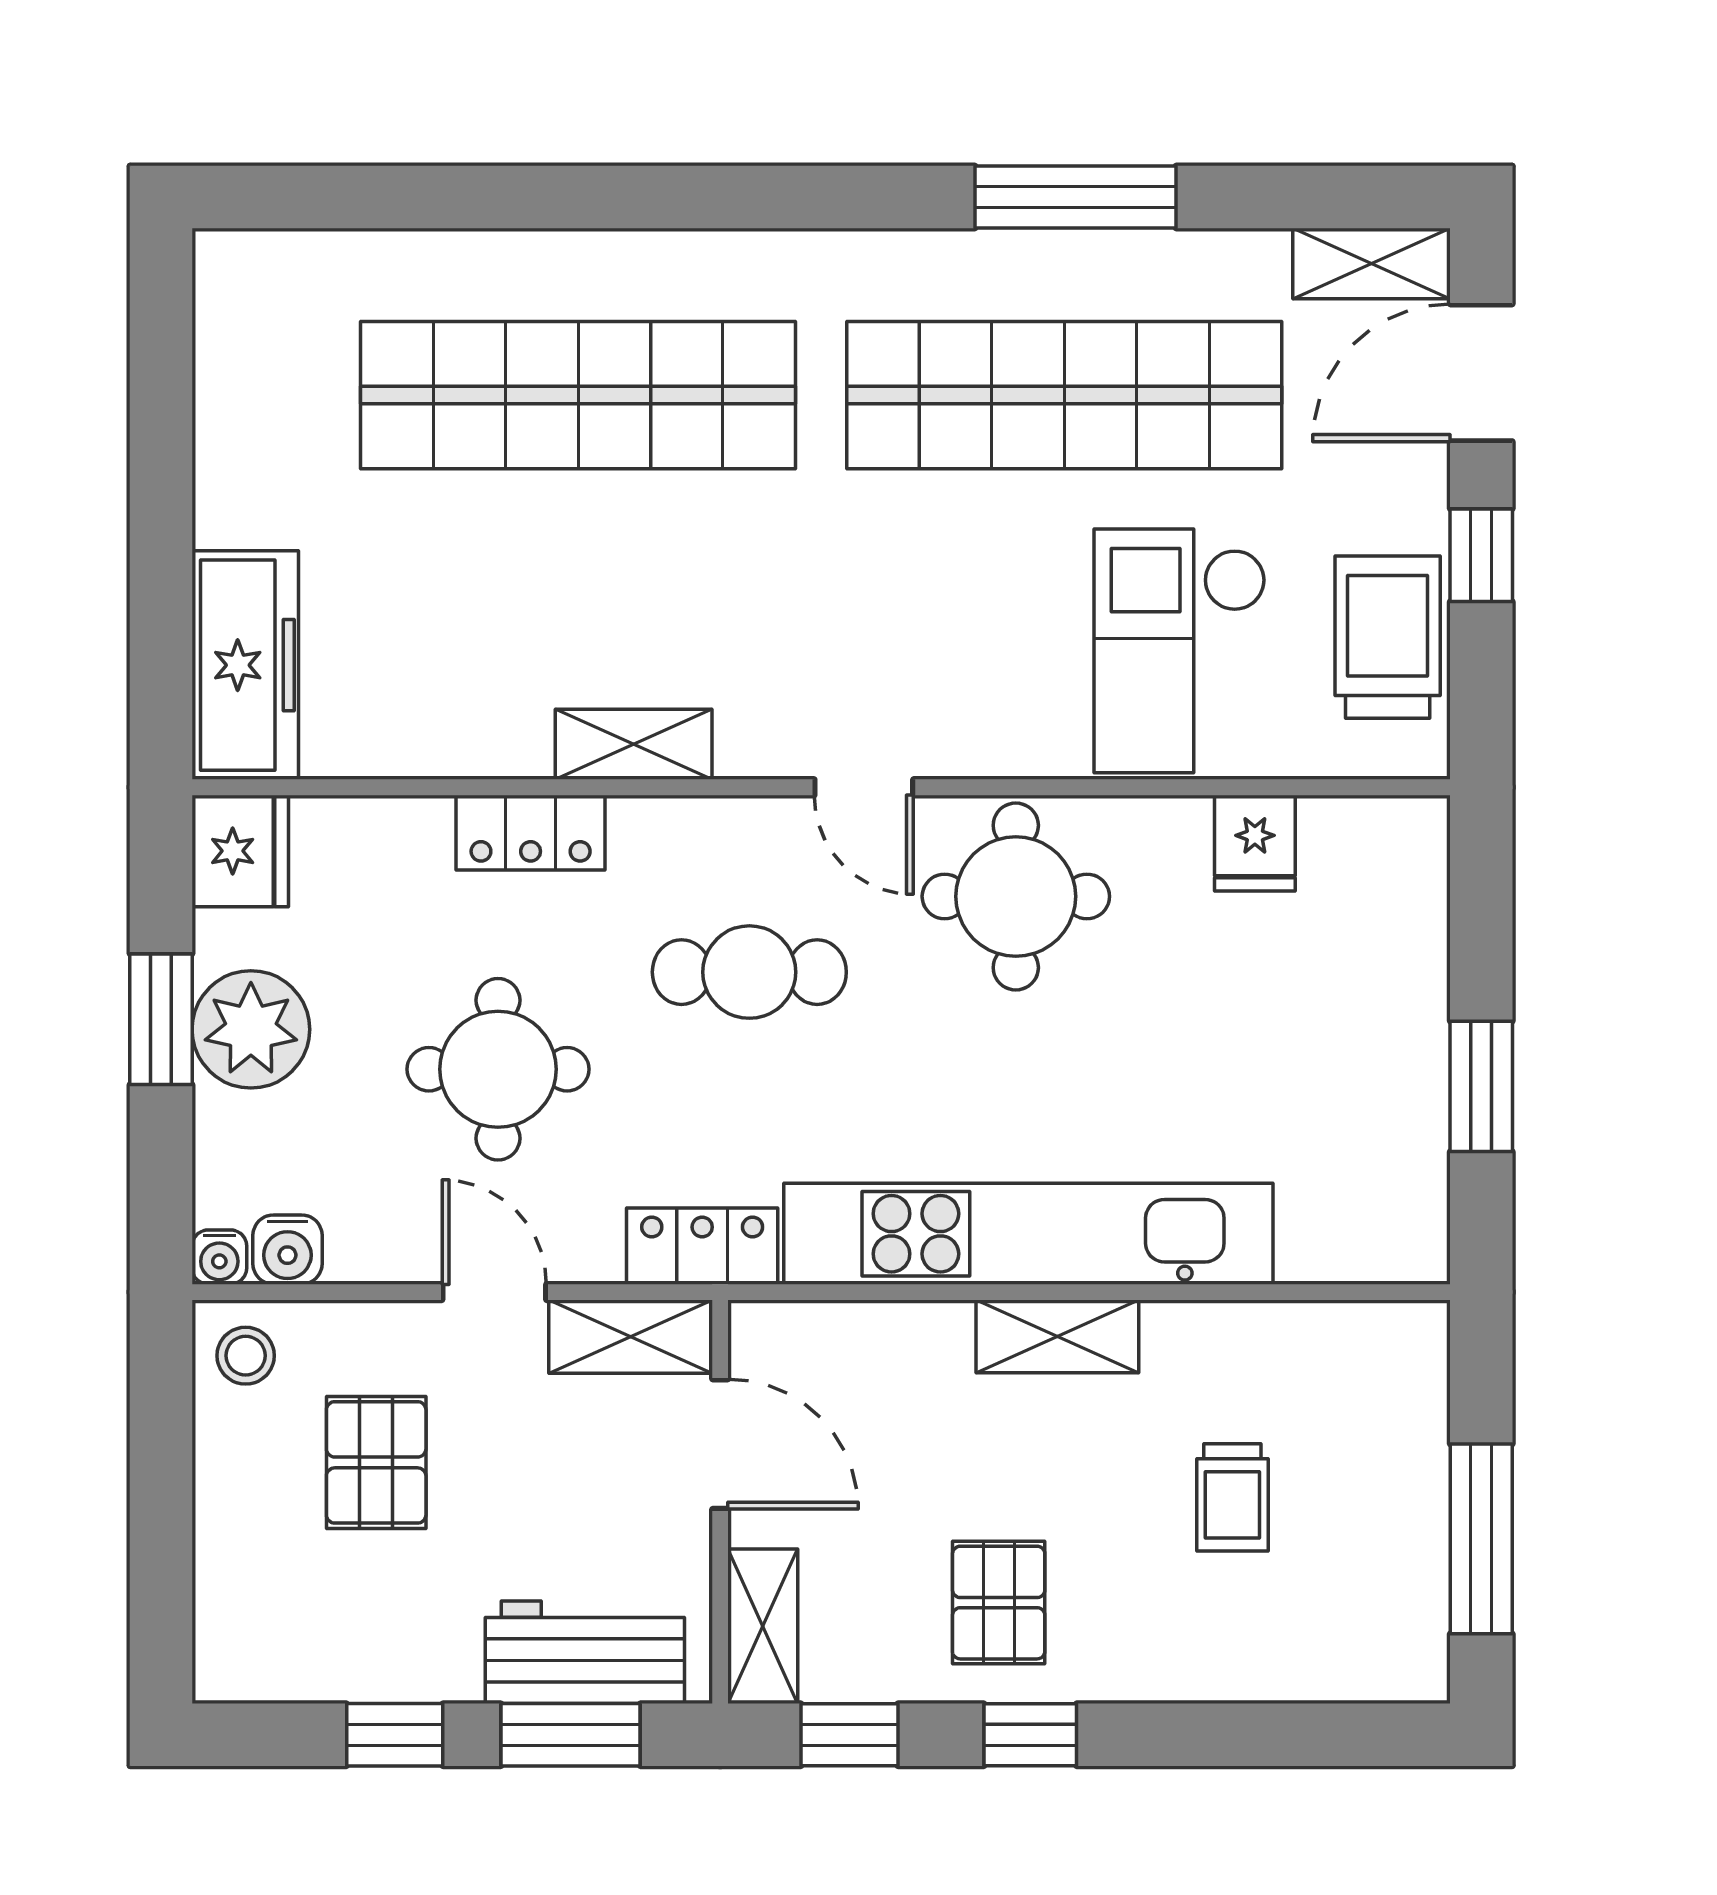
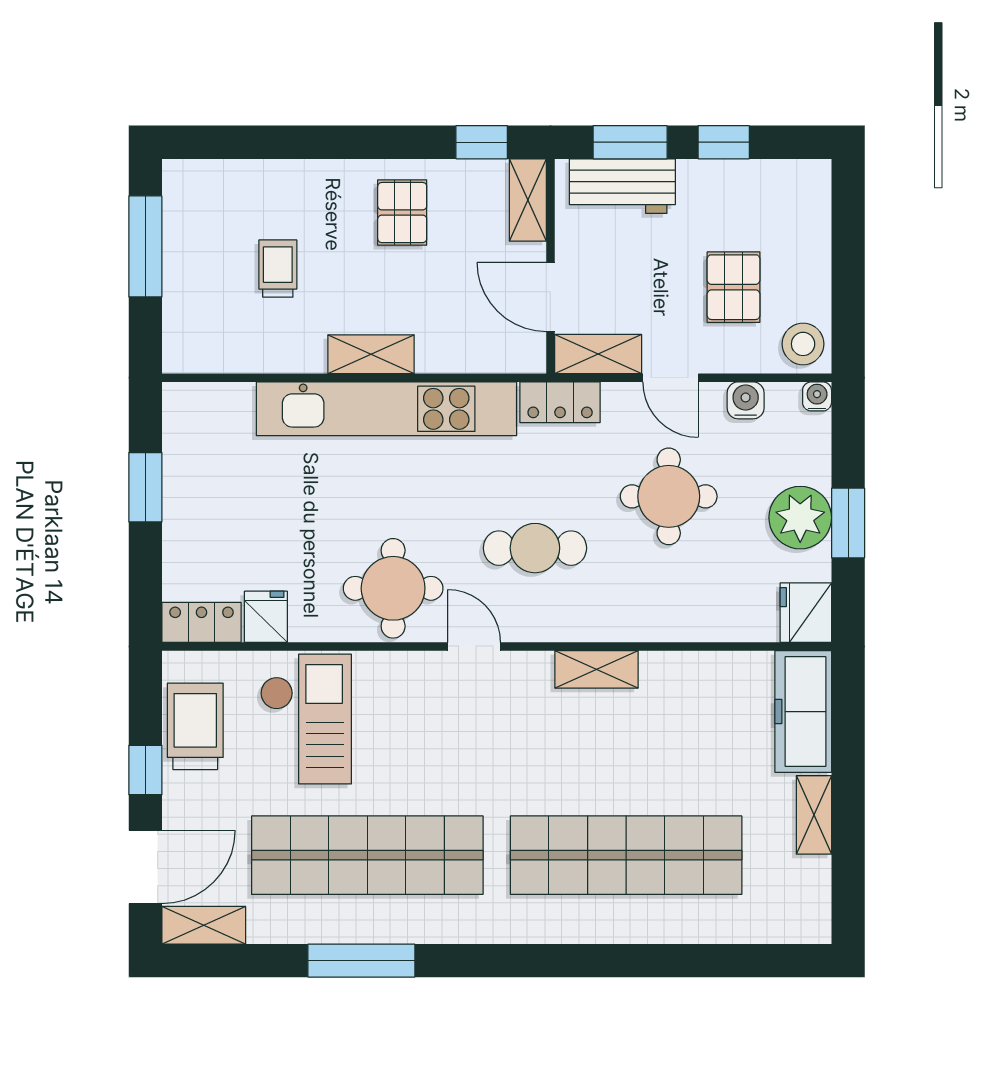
shelving: (225, 471) -> (814, 815), added
trolley: (1388, 637) -> (195, 726), turned 180
locker: (531, 833) -> (202, 622), moved
water cooler: (287, 1250) -> (746, 400), moved
stool: (246, 1356) -> (803, 344), width x1.37, depth x1.37
window: (1030, 1735) -> (385, 142), removed

